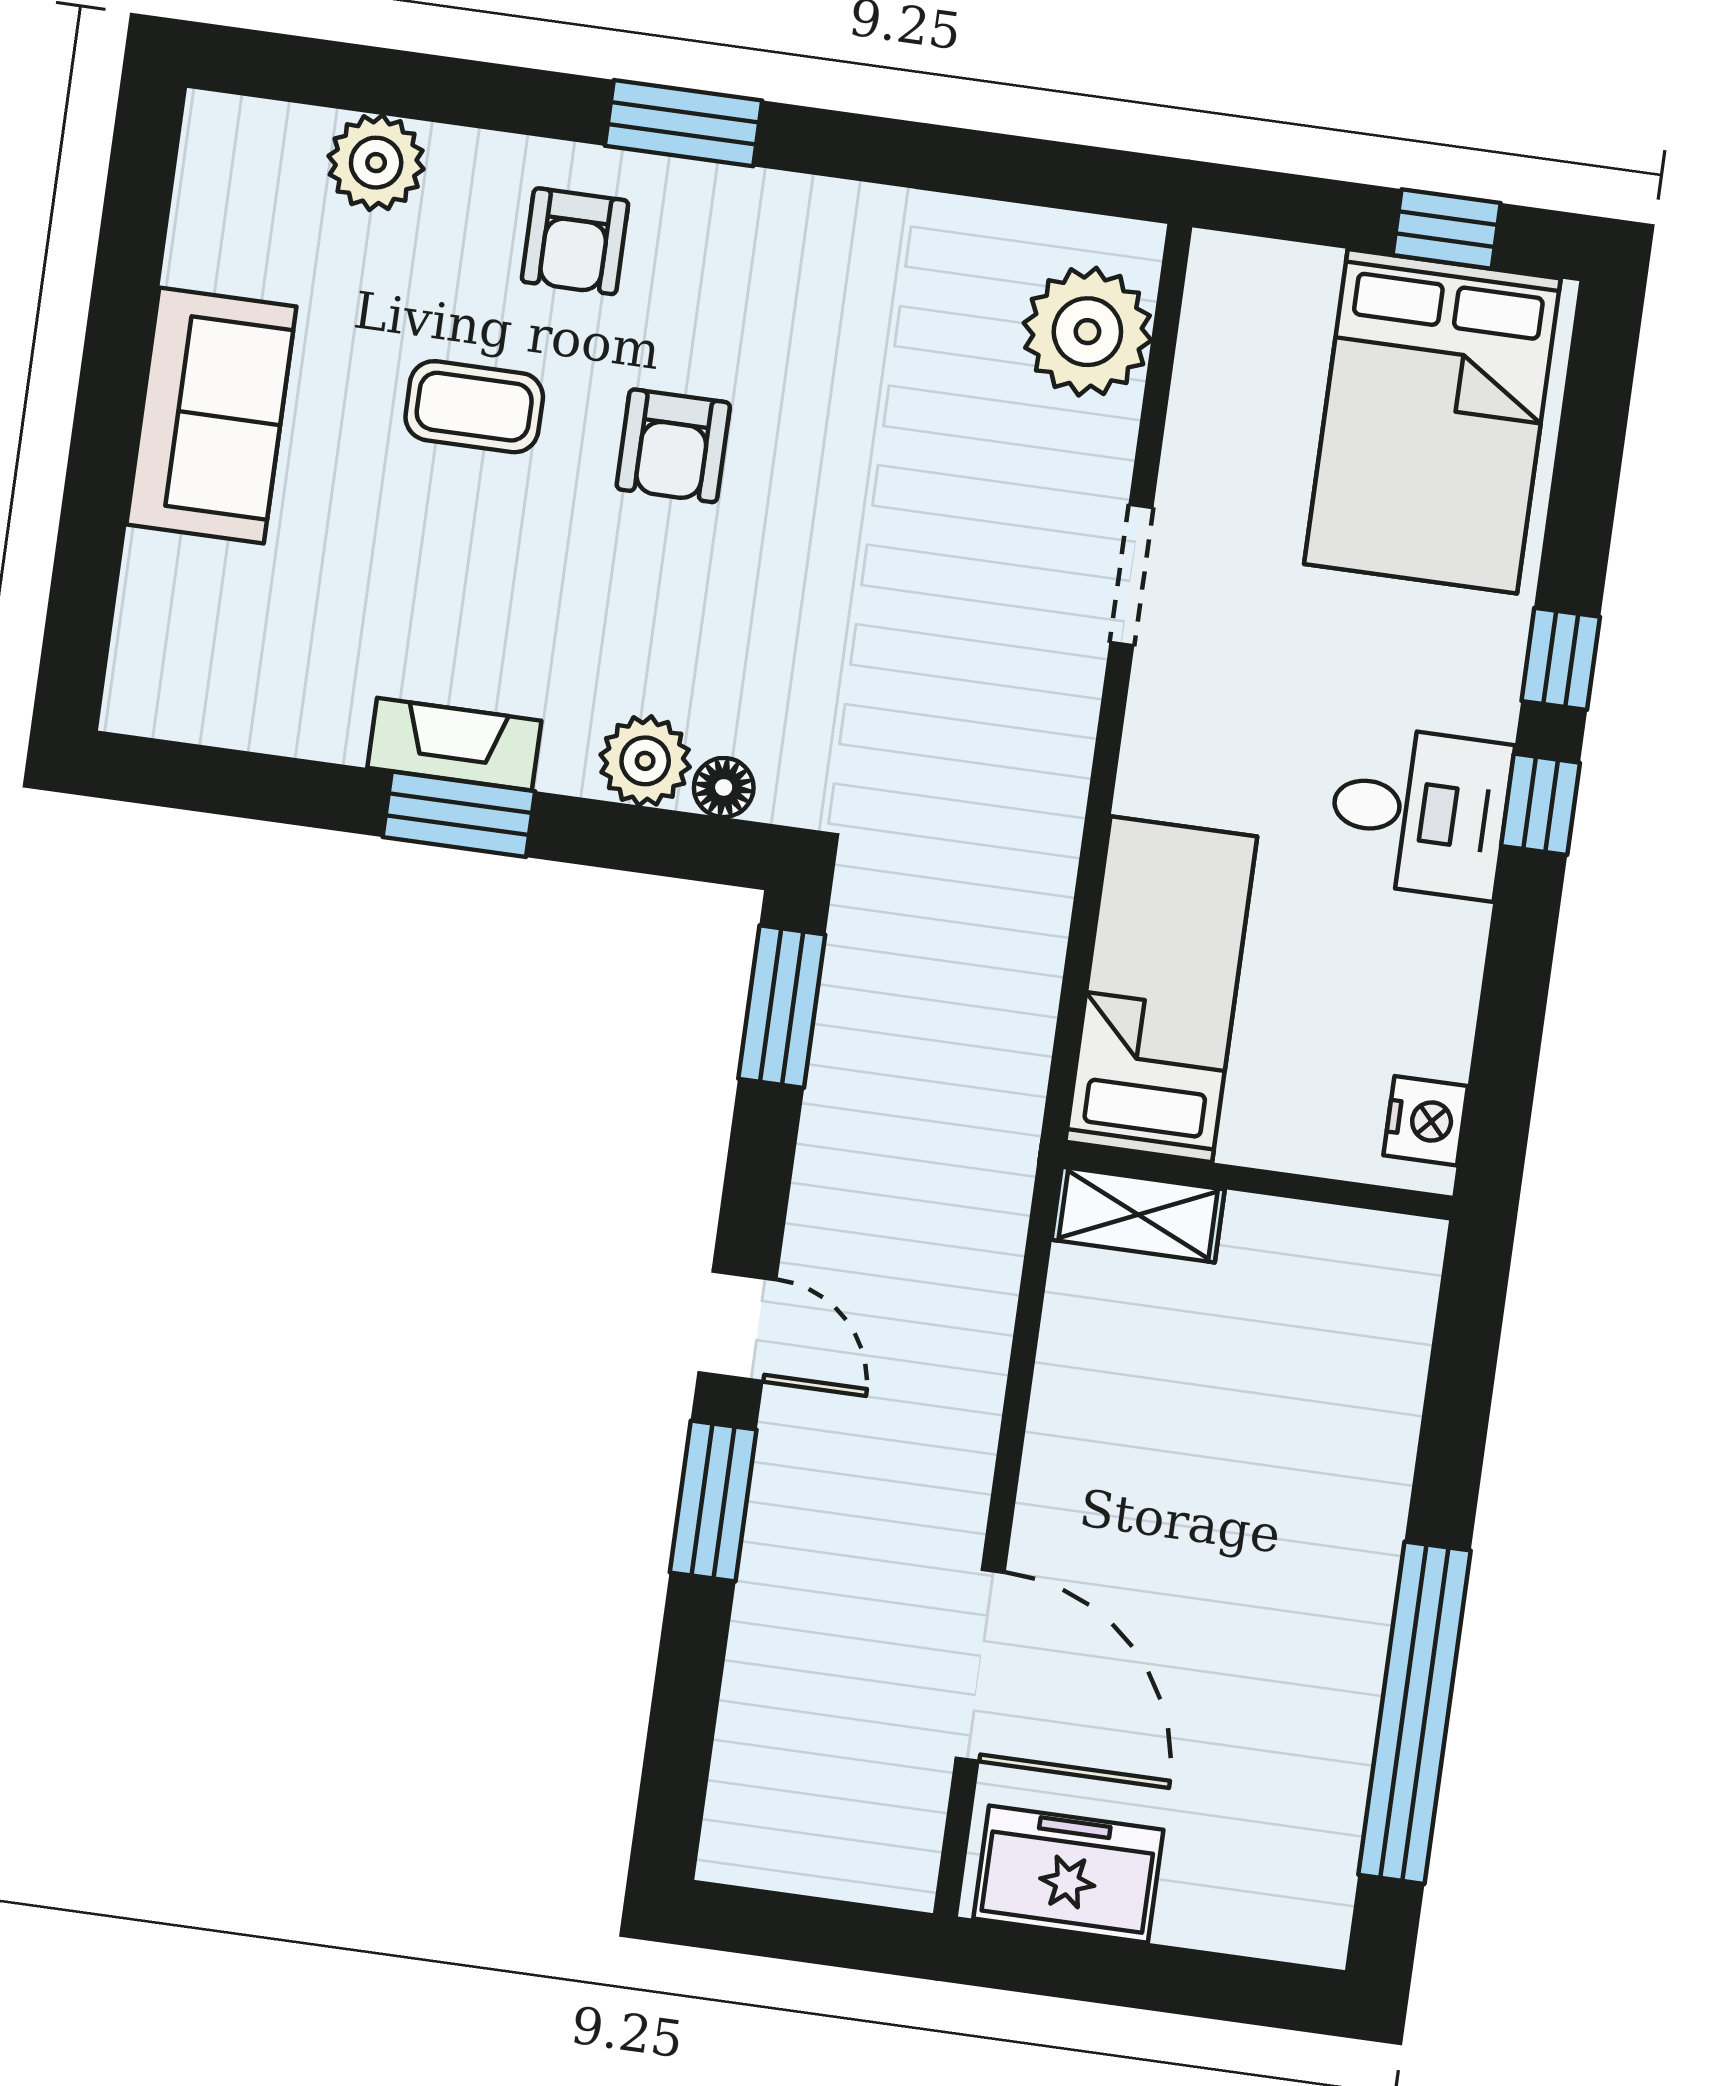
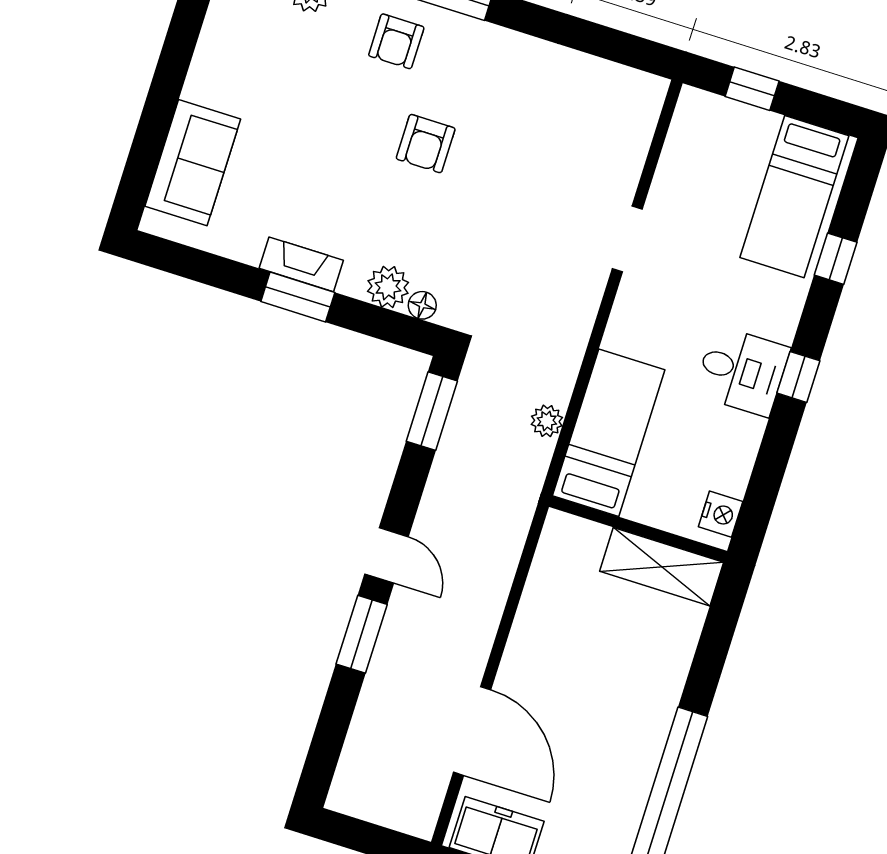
window: (1447, 229) -> (752, 89), moved
plant: (1087, 332) -> (547, 421), moved, width x0.53, depth x0.53
coffee table: (474, 407) -> (337, 110), removed
sofa: (211, 416) -> (193, 163), moved
bed: (1432, 421) -> (794, 197), width x0.67
window: (1561, 659) -> (836, 259), moved
shelving: (1138, 1215) -> (662, 567), moved, width x1.50, depth x1.33

